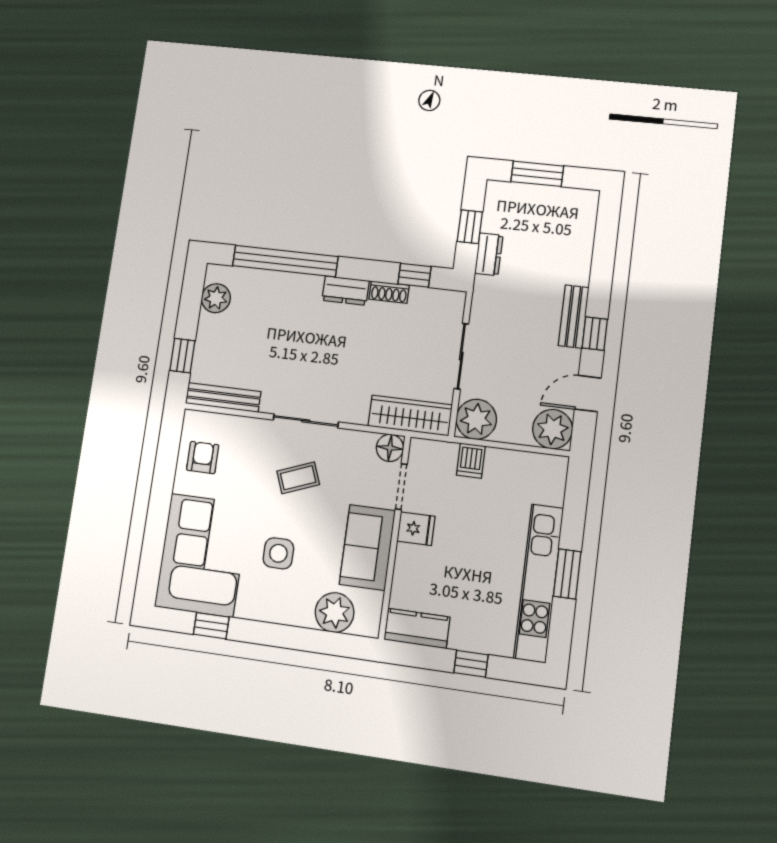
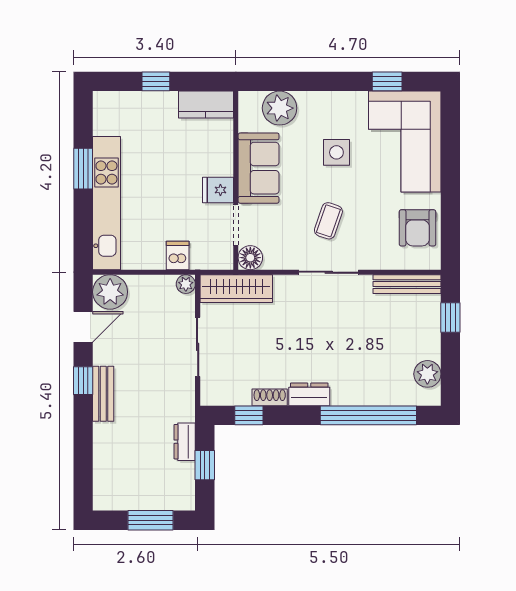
plant: (476, 419) -> (186, 284), width x0.53, depth x0.53
armchair: (203, 457) -> (417, 228), width x1.38, depth x1.38
coffee table: (298, 478) -> (328, 221), turned -50
kitchen unit: (539, 583) -> (106, 203), moved

